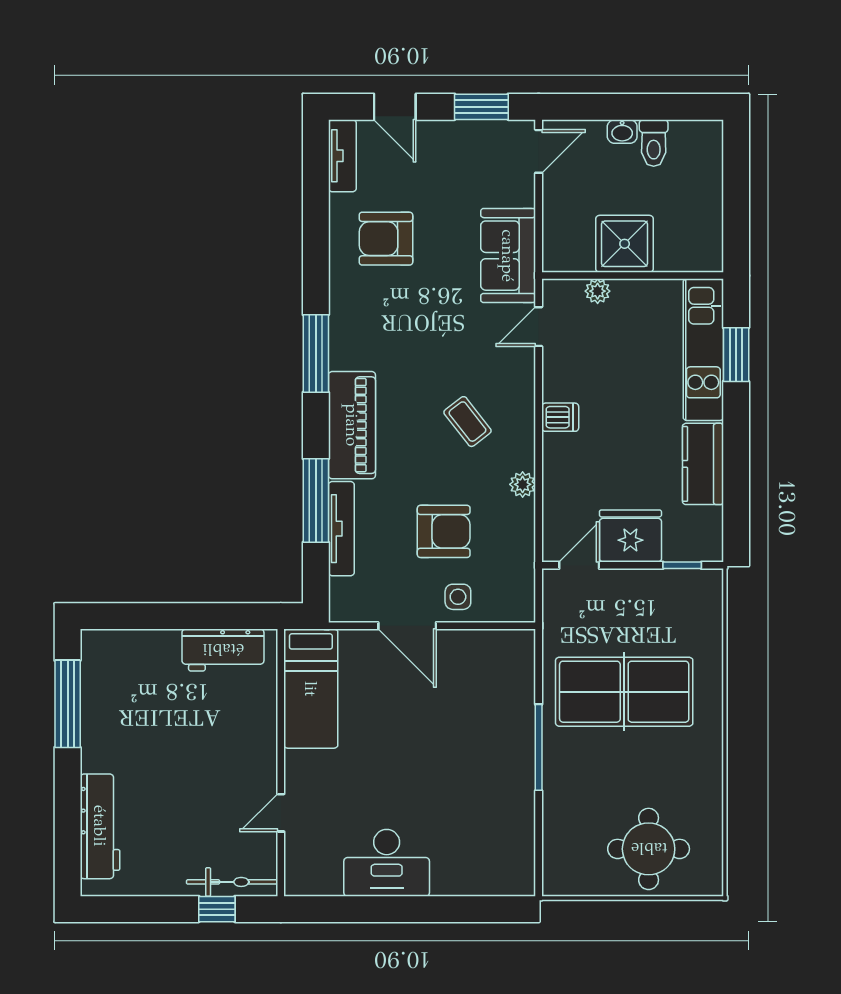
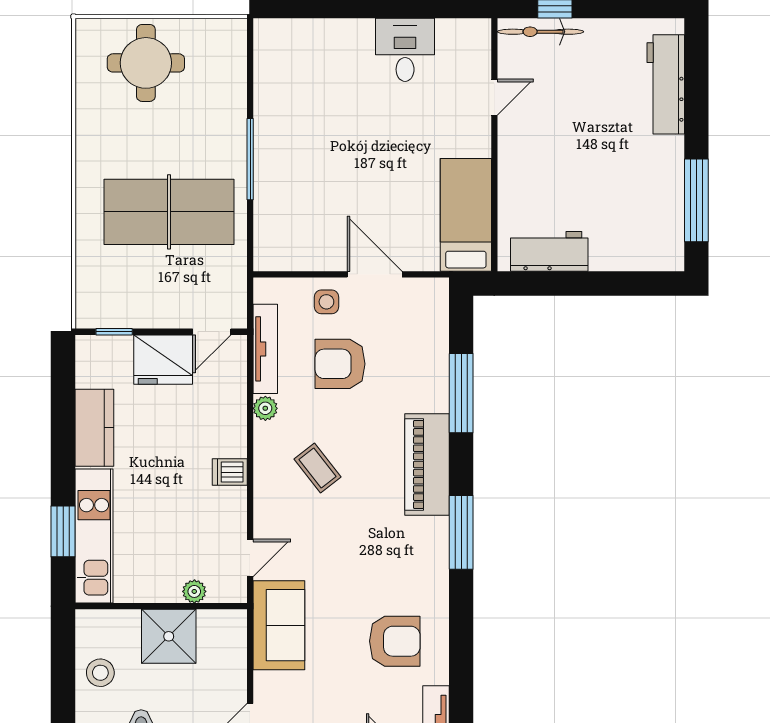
stool: (697, 205) -> (100, 673), added
tv unit: (341, 529) -> (265, 349), moved, turned 180
desk: (387, 863) -> (405, 50), width x0.73

